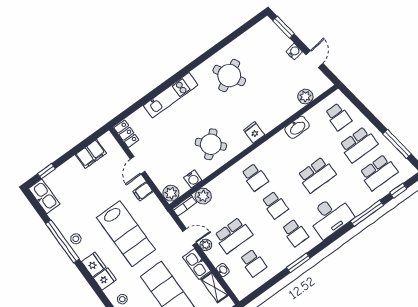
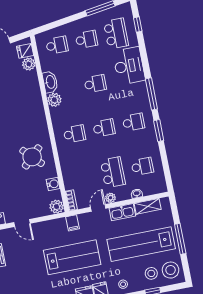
fridge: (254, 132) -> (25, 51), moved
school desk: (358, 145) -> (86, 39), width x0.54
school desk: (317, 175) -> (95, 84), width x0.54
filing cabinet: (143, 191) -> (72, 223), moved
plant: (203, 196) -> (54, 100), moved
window: (367, 213) -> (151, 94), moved
desk: (330, 216) -> (129, 66), moved

